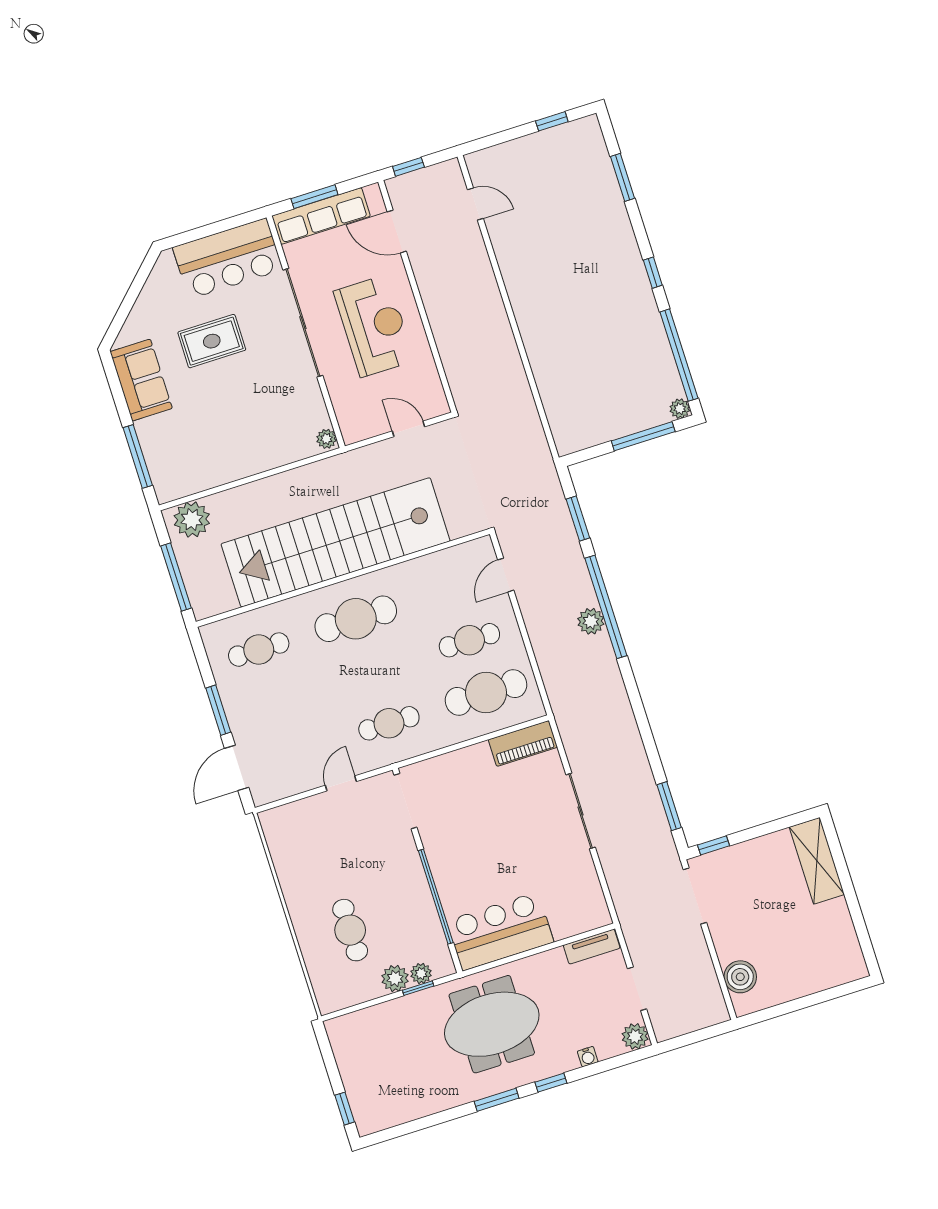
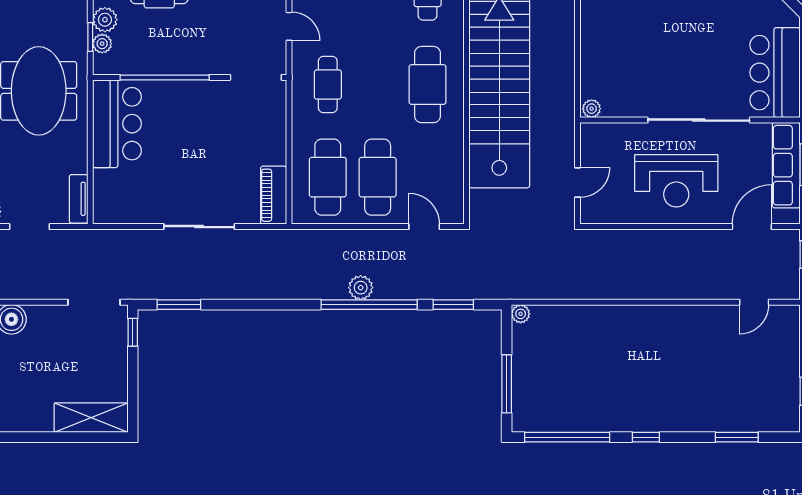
rug: (212, 341) -> (708, 36), removed
plant: (680, 409) -> (521, 314), moved
cafe table: (469, 640) -> (378, 177), width x1.37, depth x1.35

